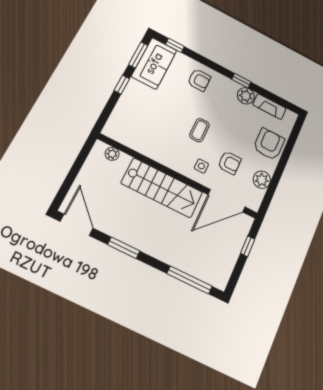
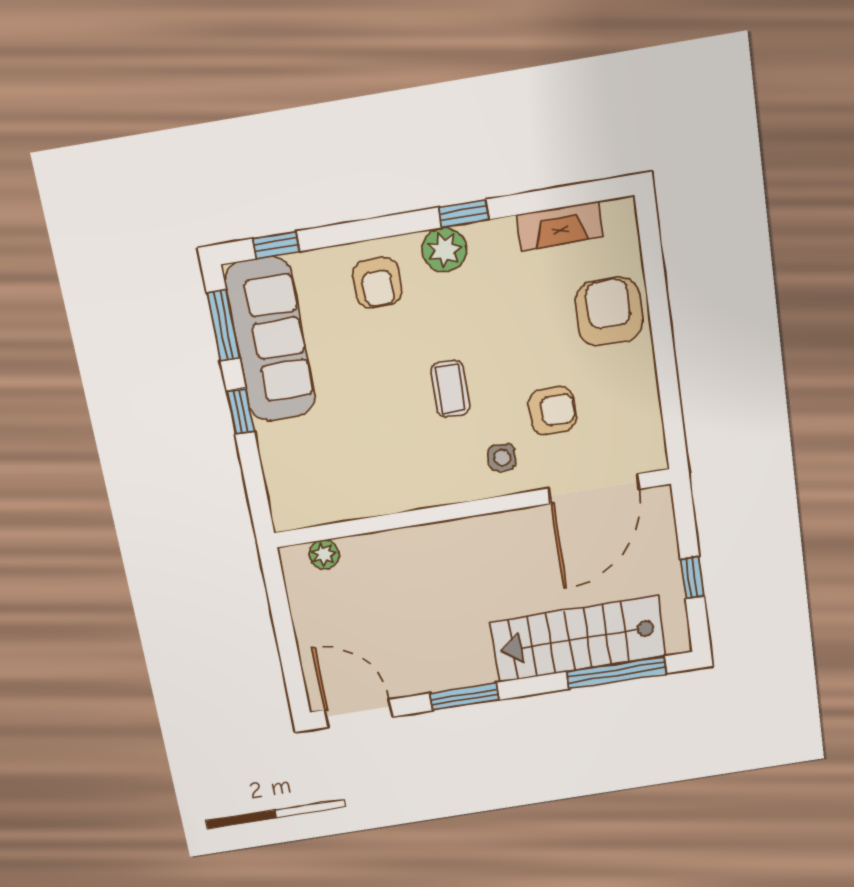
sofa: (154, 63) -> (270, 339), width x1.36
armchair: (199, 80) -> (377, 283), turned 90
plant: (246, 96) -> (445, 250), moved
plant: (262, 180) -> (639, 397), removed
stairs: (162, 188) -> (578, 639), moved, turned 180
window: (248, 246) -> (692, 578), moved

